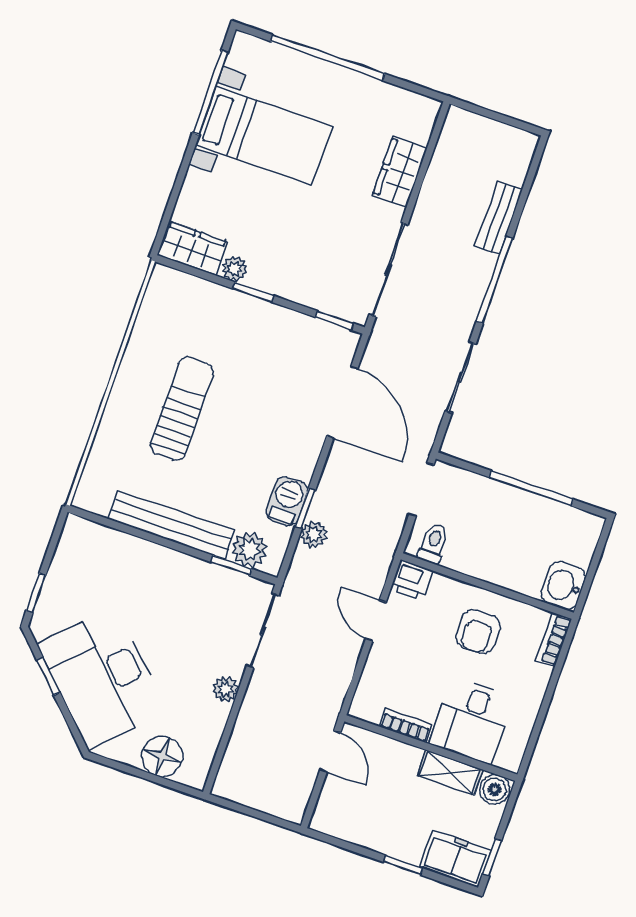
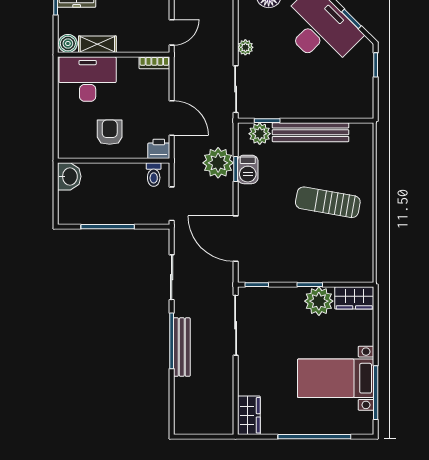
wardrobe: (400, 172) -> (249, 415), moved
bench: (499, 218) -> (182, 347), moved, width x1.36
plant: (234, 269) -> (319, 301), width x1.88, depth x1.88
sun lounger: (182, 409) -> (328, 202), turned 100
plant: (314, 535) -> (218, 163), width x1.88, depth x1.88
door: (376, 620) -> (172, 118), width x1.37
bookcase: (554, 640) -> (64, 143), removed
desk: (472, 721) -> (88, 79), width x1.37
bookcase: (406, 725) -> (154, 63), moved
door: (330, 751) -> (172, 32), swing flipped

